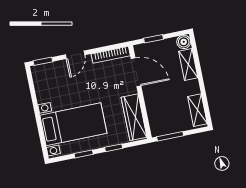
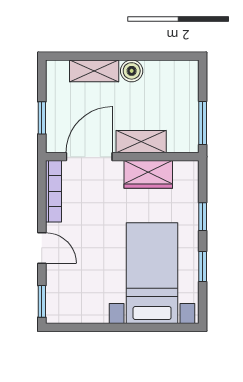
boiler: (184, 42) -> (132, 71), moved
shelving: (197, 110) -> (141, 142), moved
wardrobe: (134, 117) -> (148, 174), width x0.67

